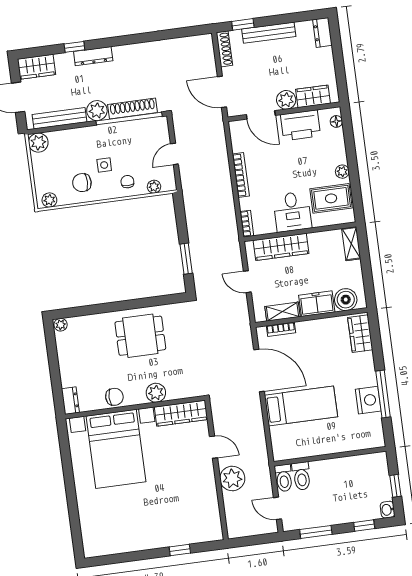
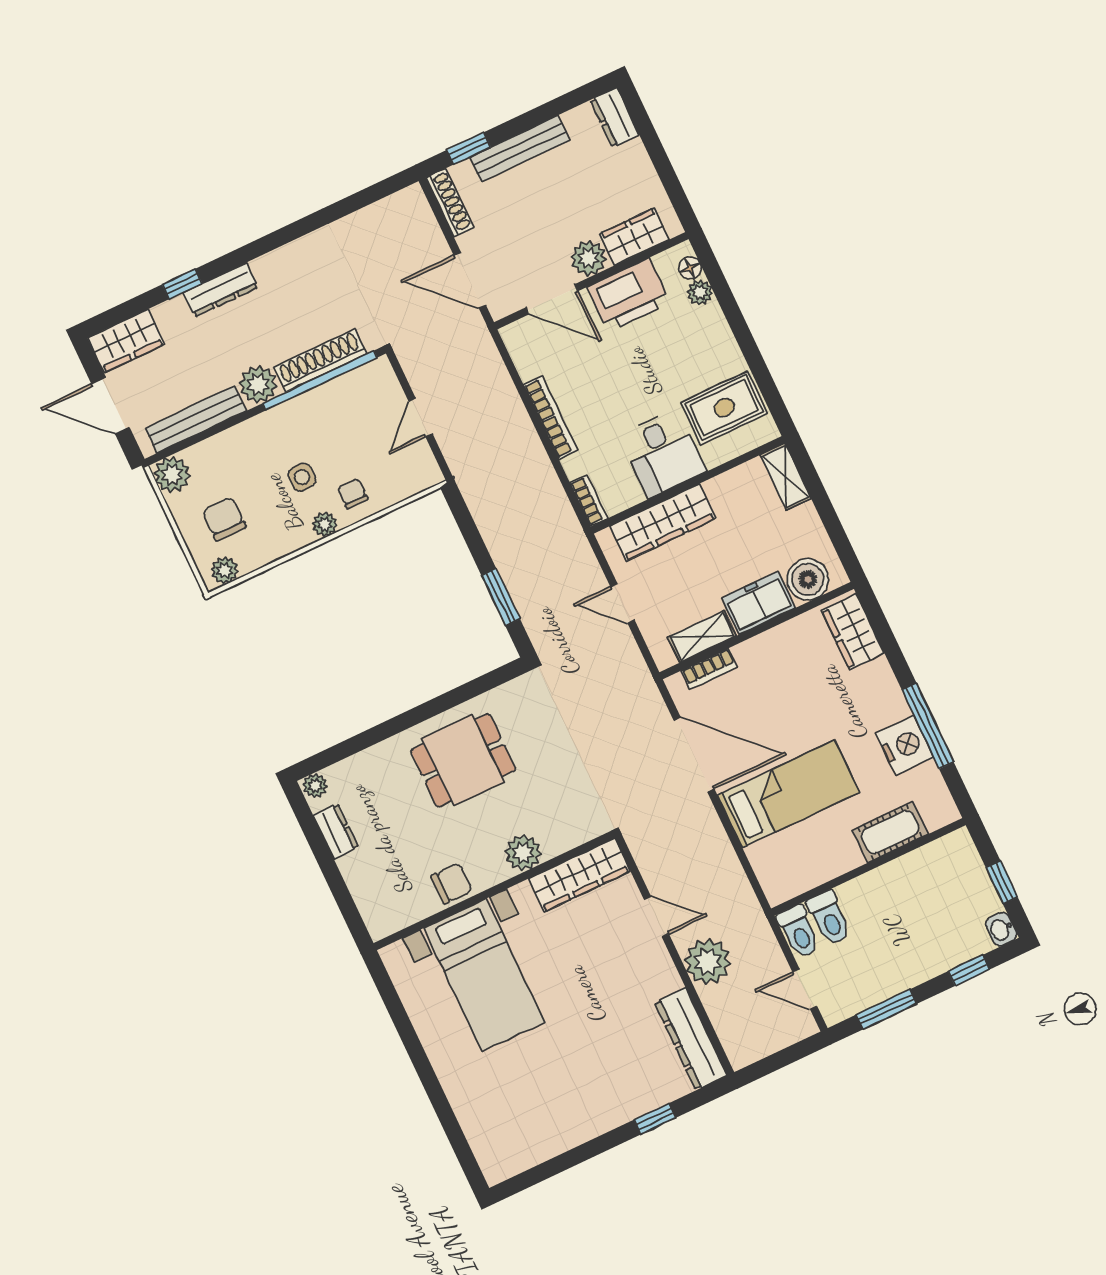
plant: (342, 172) -> (700, 292), moved
chair: (82, 183) -> (224, 519), moved, turned 90
plant: (154, 187) -> (325, 524), moved
dresser: (70, 401) -> (336, 831), moved
cot: (347, 442) -> (890, 832), added
bed with nightstands: (116, 449) -> (484, 975), width x0.73
dresser: (211, 515) -> (691, 1039), added

